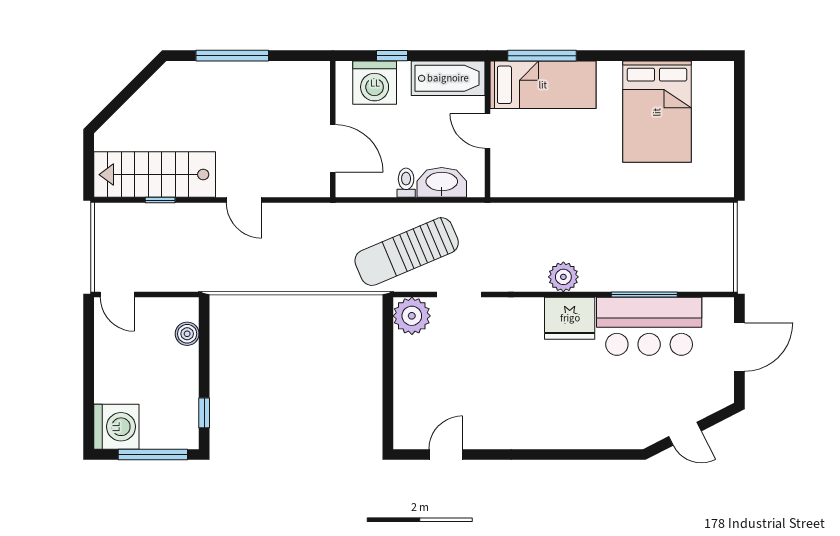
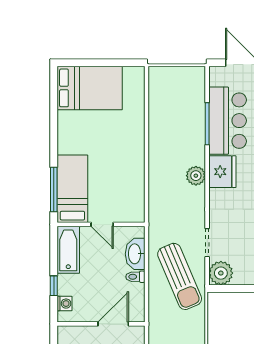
washing machine: (375, 83) -> (65, 304), width x0.53, depth x0.53
bed: (657, 112) -> (90, 88), moved
door: (488, 131) -> (102, 224), hinge flipped

